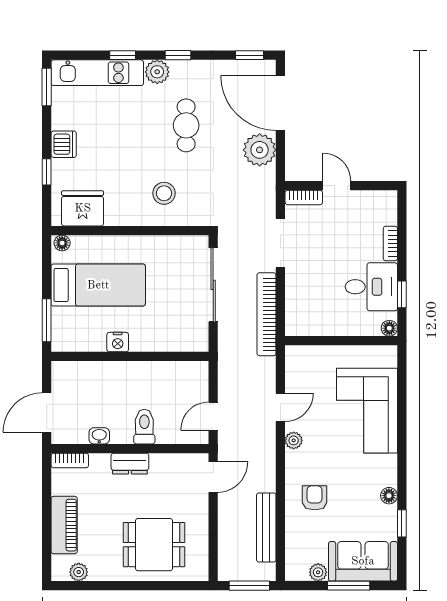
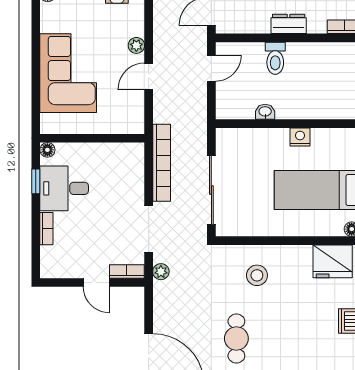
plant: (260, 150) -> (161, 272), moved, width x0.53, depth x0.53
washbasin: (99, 436) -> (265, 112), moved, turned 180

